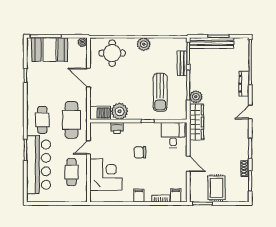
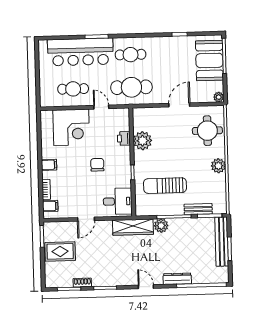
barbecue: (100, 113) -> (140, 119), removed

